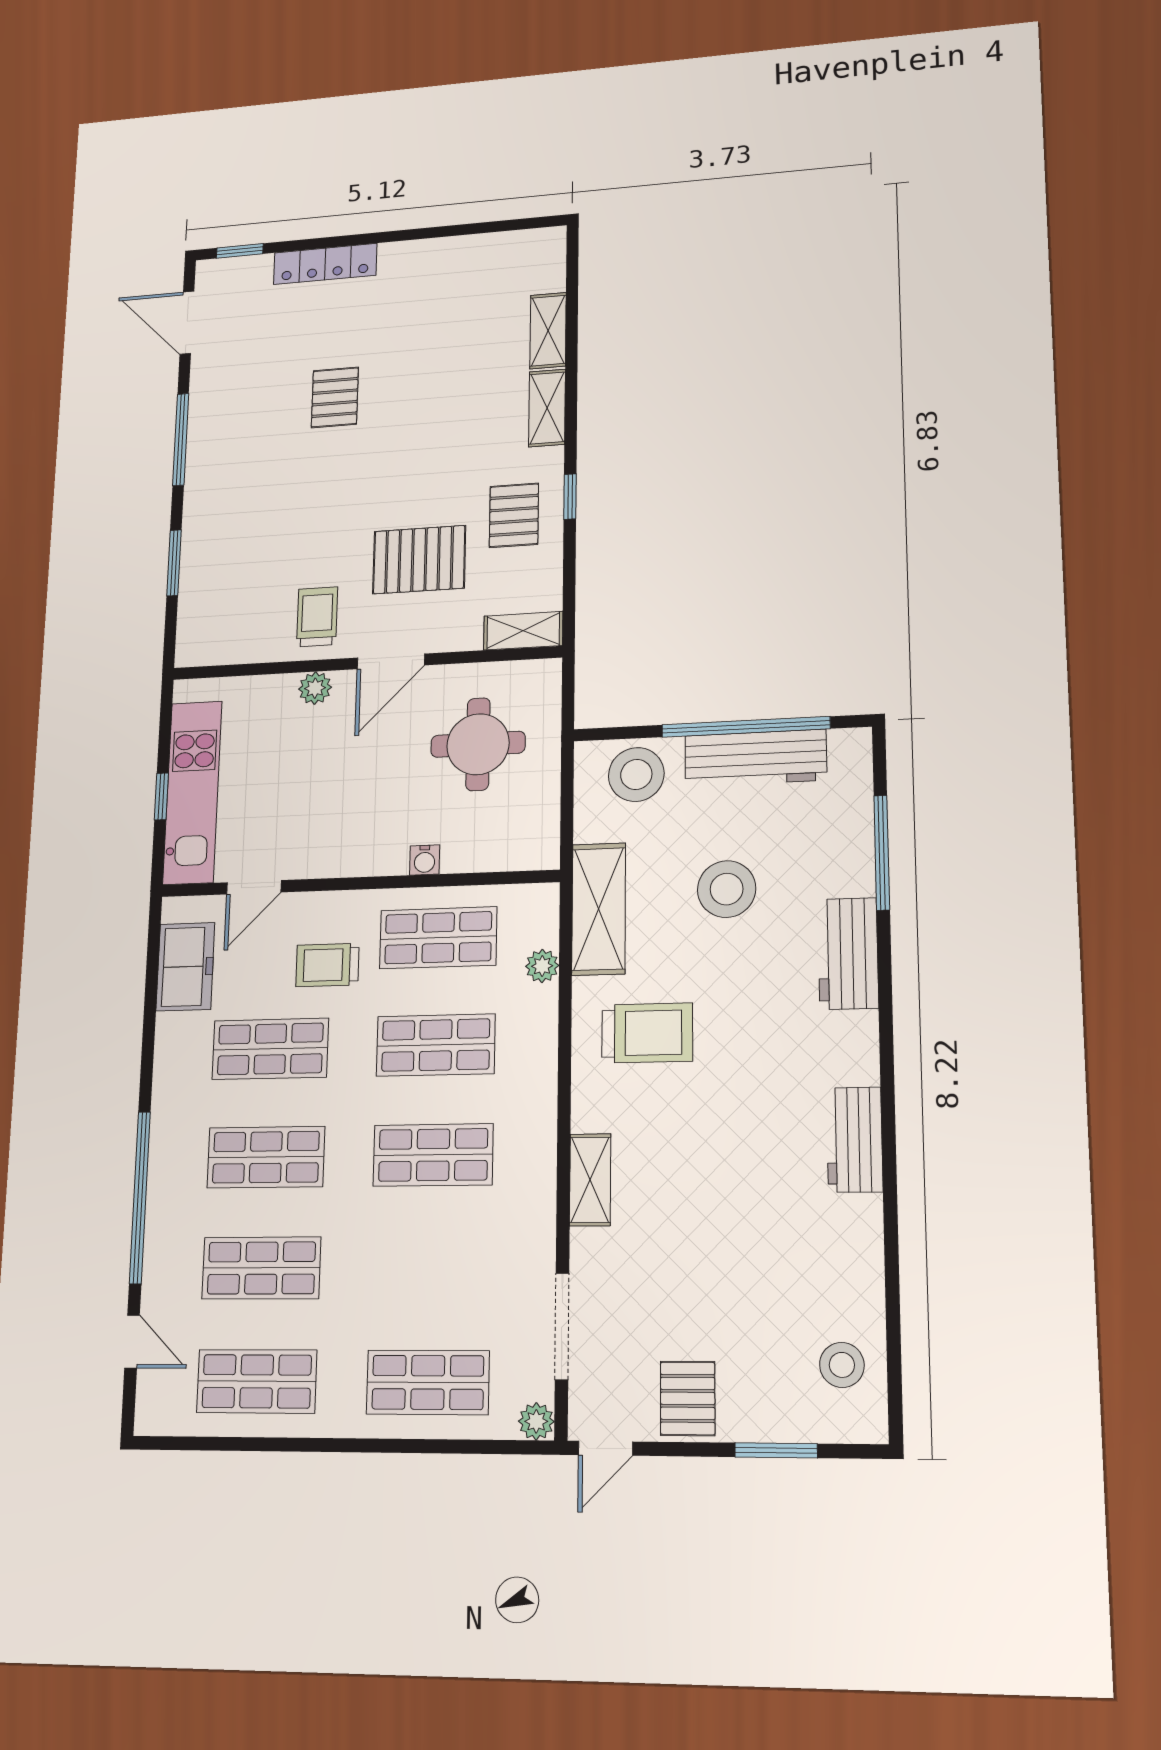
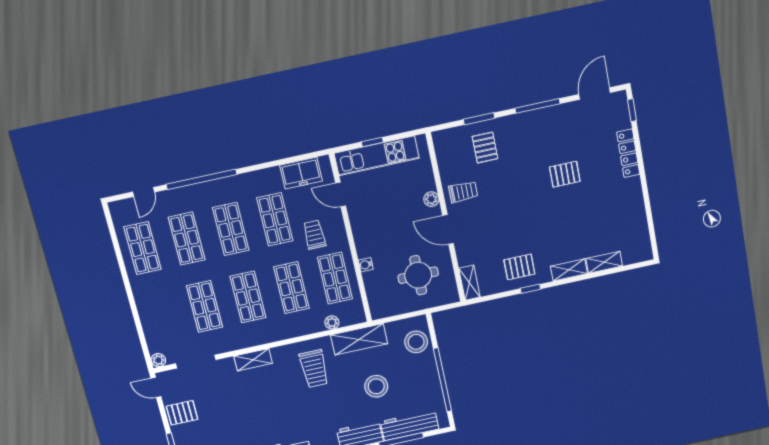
pallet: (419, 560) -> (485, 148), moved, width x0.67, depth x0.71
workbench: (755, 758) -> (410, 425), moved, turned 90
shop shelf: (428, 1382) -> (205, 307), moved

